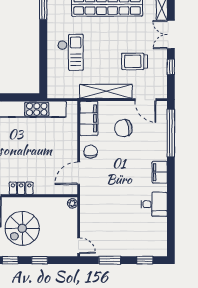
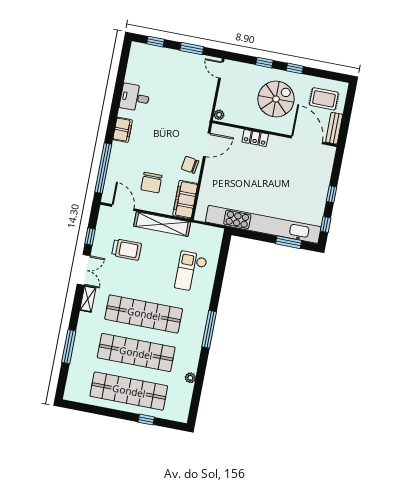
chair: (123, 128) -> (151, 183), turned 104
chair: (91, 152) -> (190, 165), turned 99
locker: (21, 188) -> (255, 138), moved

